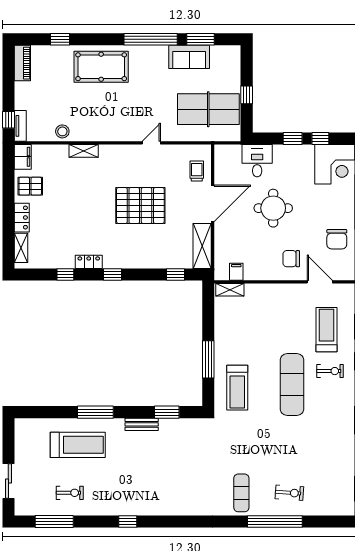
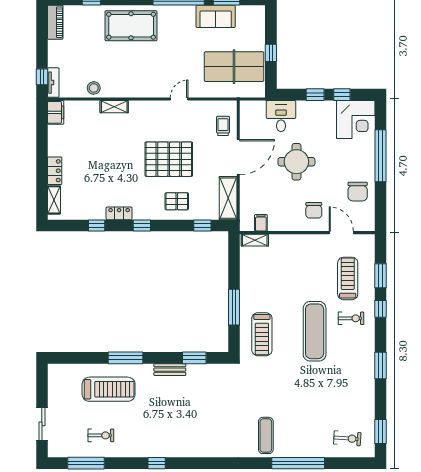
pallet: (30, 186) -> (177, 201), moved
chair: (291, 259) -> (314, 210), turned -90
exercise bike: (289, 493) -> (347, 438), moved

